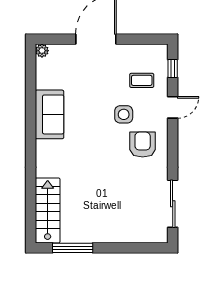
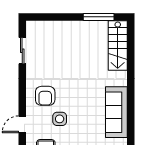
sofa: (49, 114) -> (116, 112), width x1.36
sliding door: (173, 204) -> (22, 51), width x0.73

